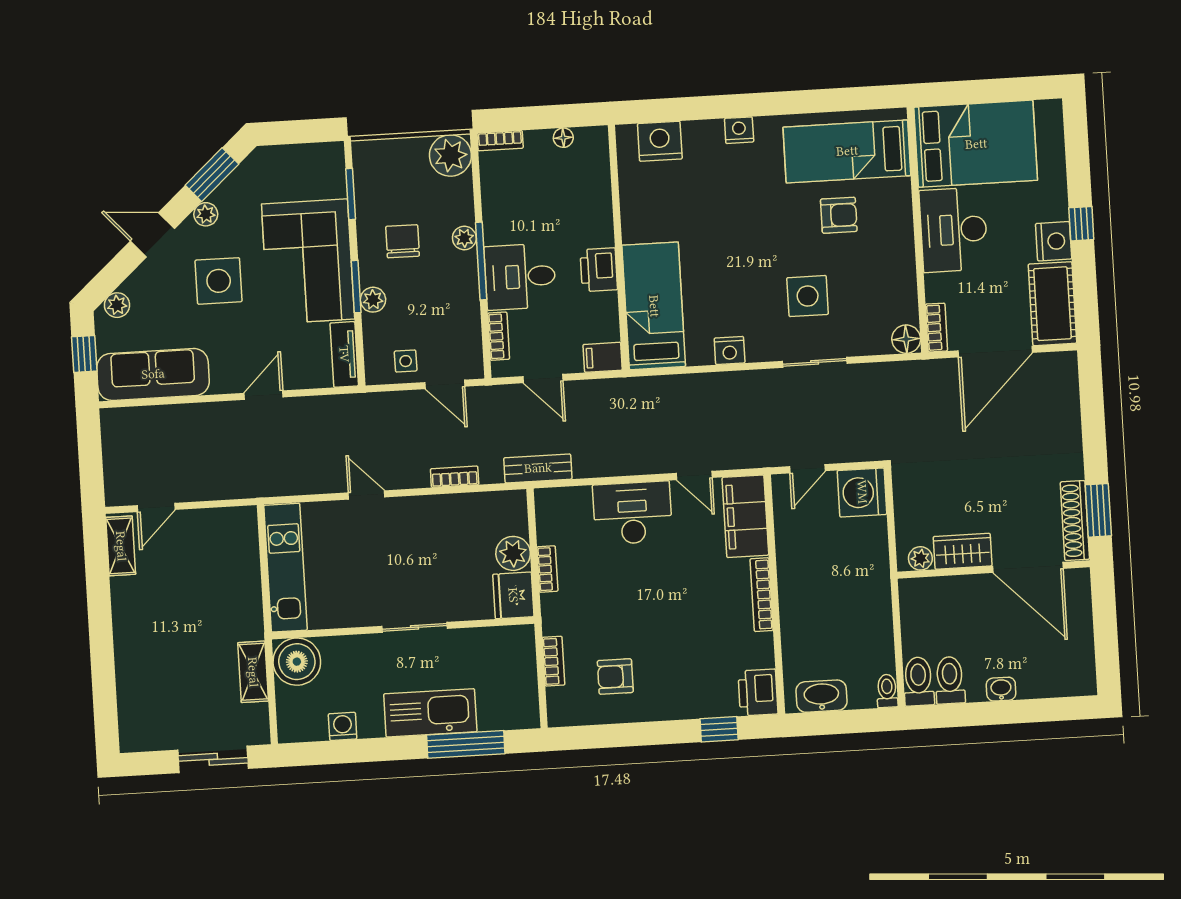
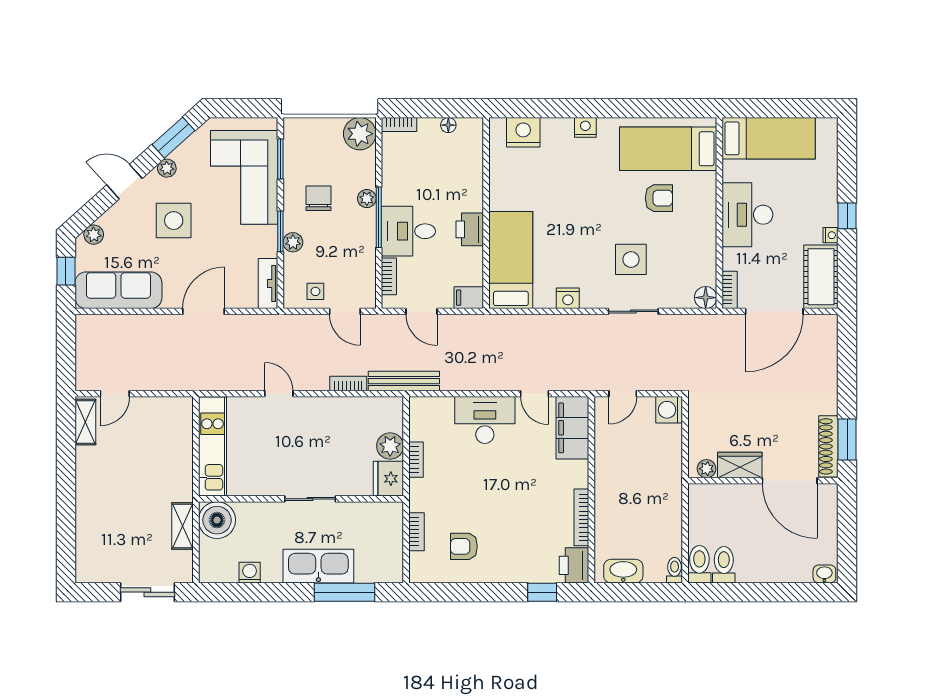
bed: (976, 144) -> (769, 138), width x0.67
nightstand: (1054, 241) -> (831, 235), width x0.53, depth x0.56
corner sofa: (308, 261) -> (244, 177), moved
door: (264, 395) -> (203, 311), width x1.38
bench: (538, 468) -> (404, 381), width x1.36
washing machine: (862, 492) -> (669, 410), width x0.73, depth x0.73
bookcase: (762, 595) -> (581, 517), moved
washbasin: (1001, 689) -> (824, 574), moved

